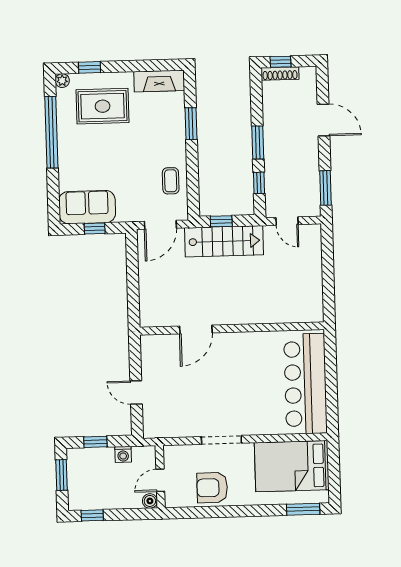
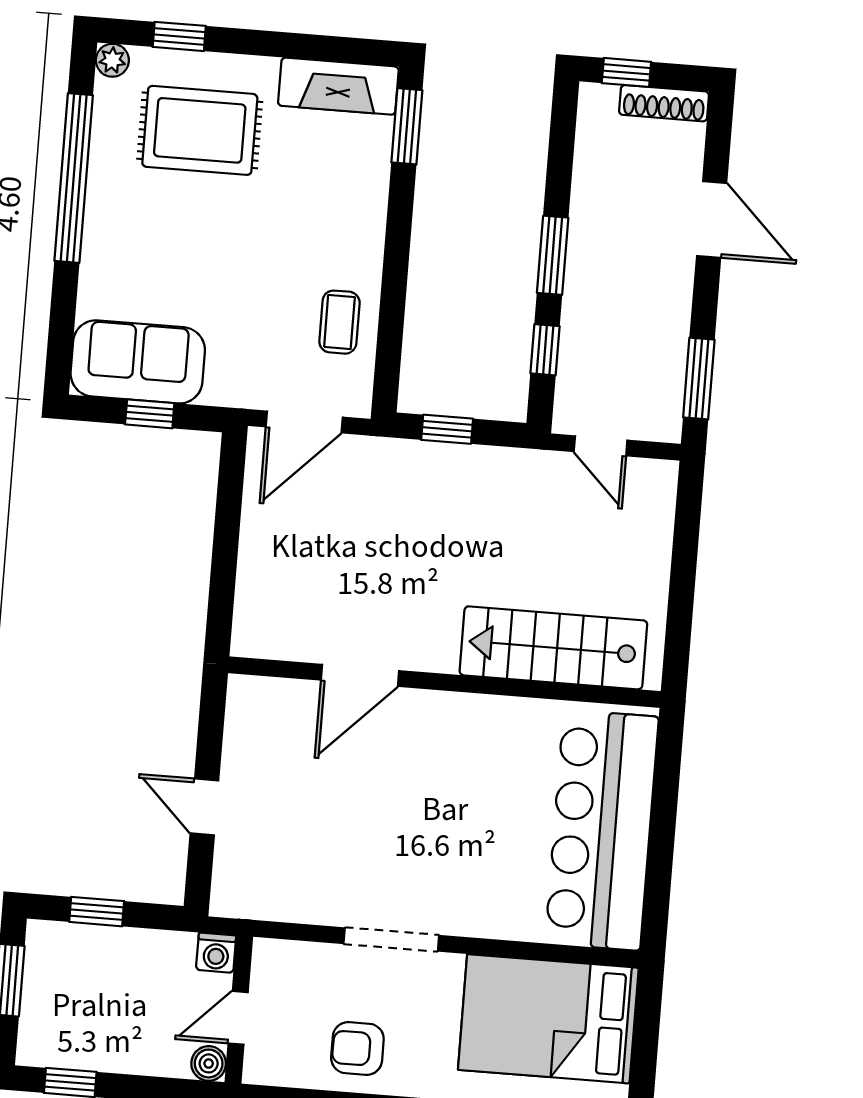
shoe rack: (280, 73) -> (664, 103), moved
window: (191, 124) -> (407, 126), moved
stairs: (224, 241) -> (553, 648), moved, turned 180
washing machine: (123, 454) -> (216, 953), moved
armchair: (212, 488) -> (357, 1048), width x0.72, depth x0.72

